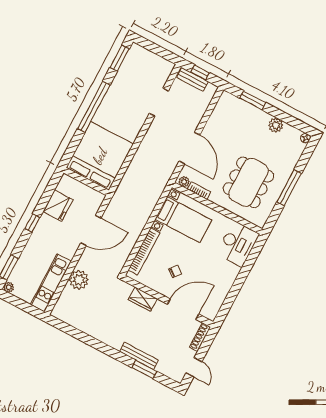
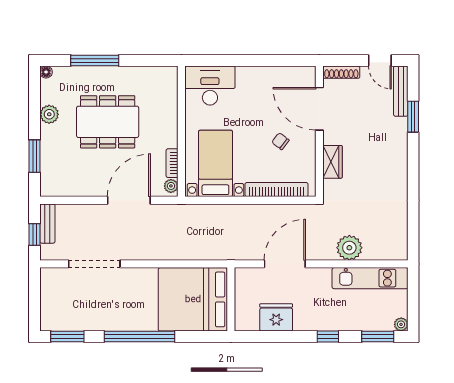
bench: (192, 79) -> (47, 224), moved
doorway: (159, 102) -> (94, 264), width x1.36
dining table: (248, 182) -> (108, 122), moved
window: (289, 188) -> (95, 61), moved
window: (32, 223) -> (328, 336), moved
door: (91, 231) -> (285, 264), hinge flipped
bench: (139, 356) -> (401, 91), moved
door: (194, 367) -> (380, 61), swing flipped

